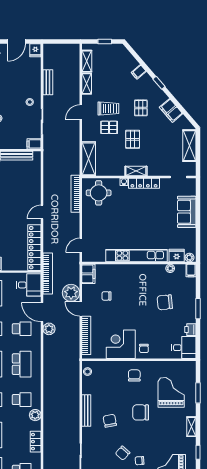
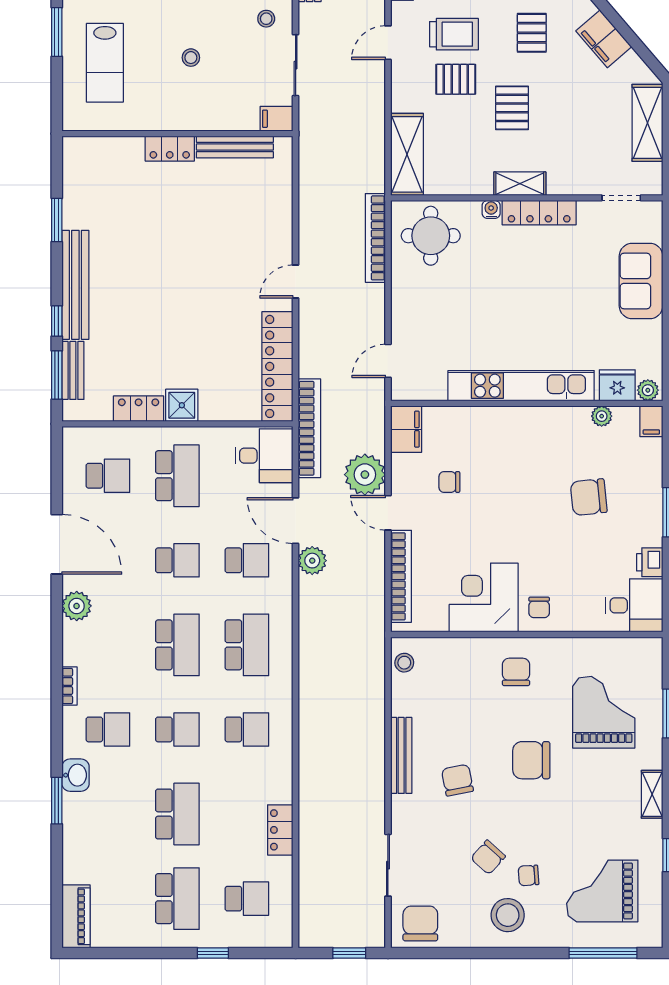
plant: (35, 415) -> (279, 766), removed

